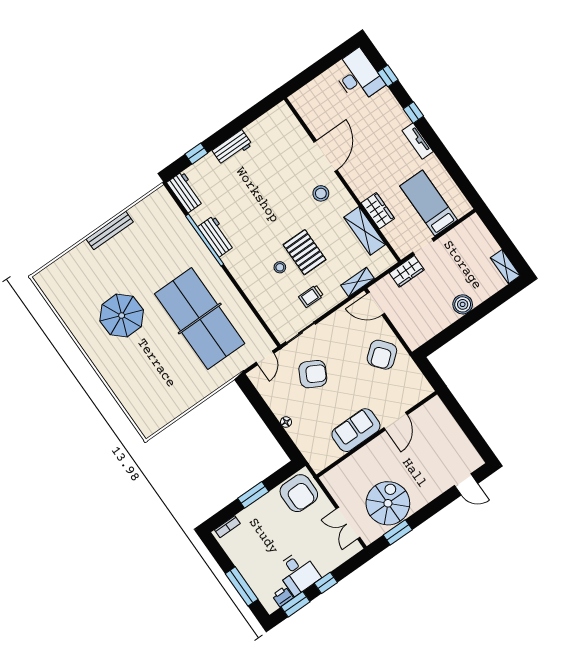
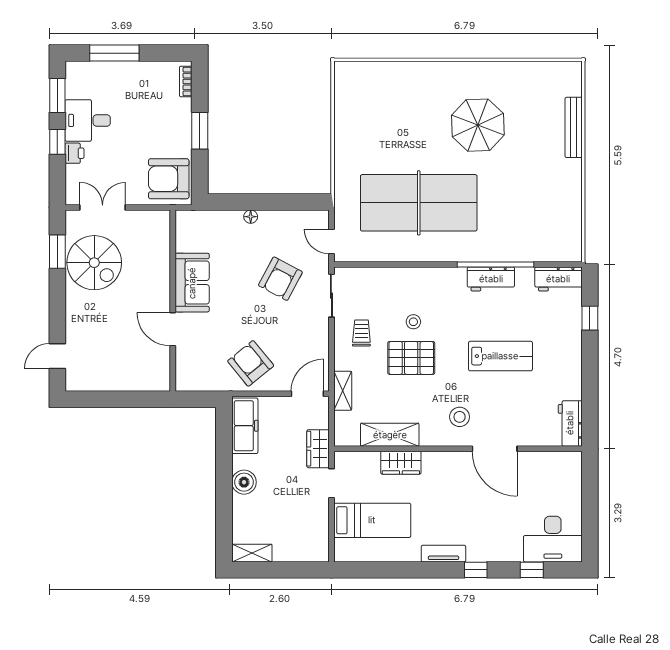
workbench: (232, 148) -> (570, 423), moved
lab bench: (262, 195) -> (500, 356), added
bench: (110, 230) -> (574, 127), moved
freezer: (425, 330) -> (245, 426), added
printer: (283, 596) -> (75, 153), moved

